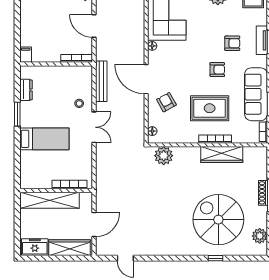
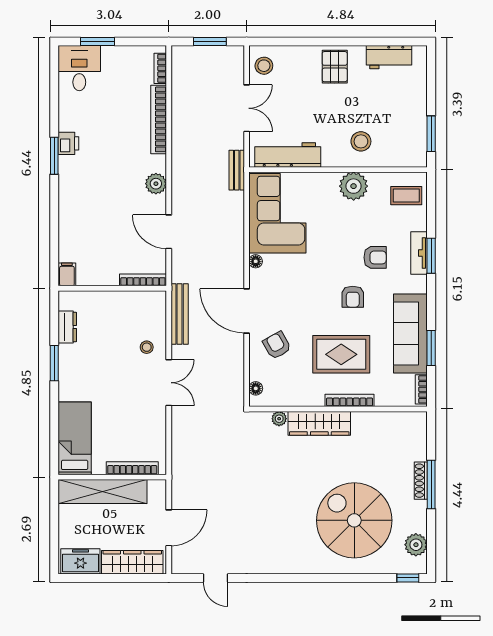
armchair: (217, 70) -> (353, 297), turned 90
bed: (44, 139) -> (75, 438), moved, turned -90
wardrobe: (222, 155) -> (319, 423), moved
plant: (164, 156) -> (279, 419), width x0.53, depth x0.53
window: (215, 258) -> (408, 578), moved

